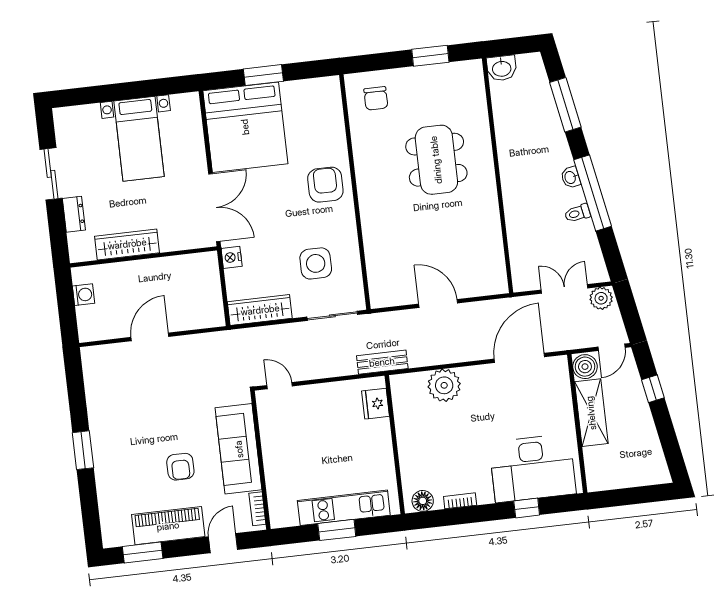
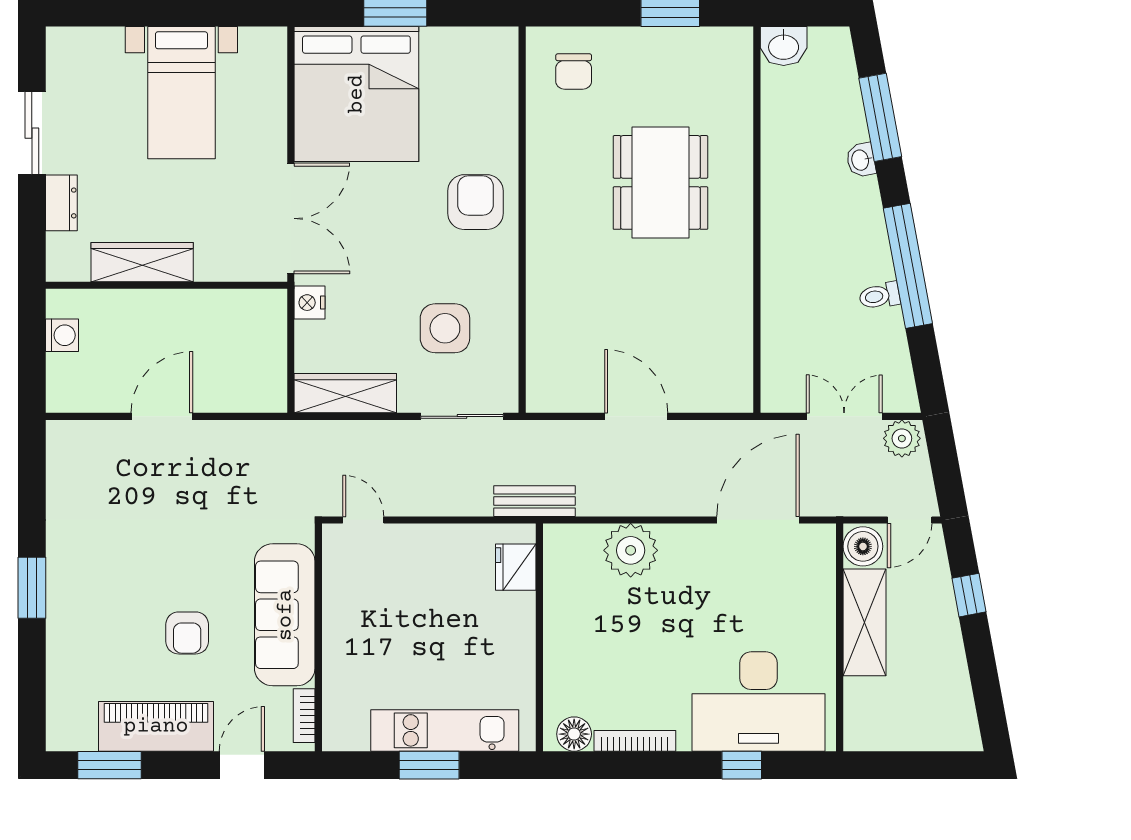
washbasin: (571, 177) -> (861, 160), moved
bookcase: (460, 501) -> (635, 741), width x1.56

